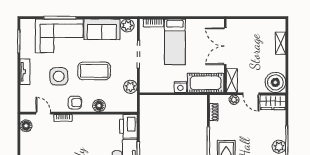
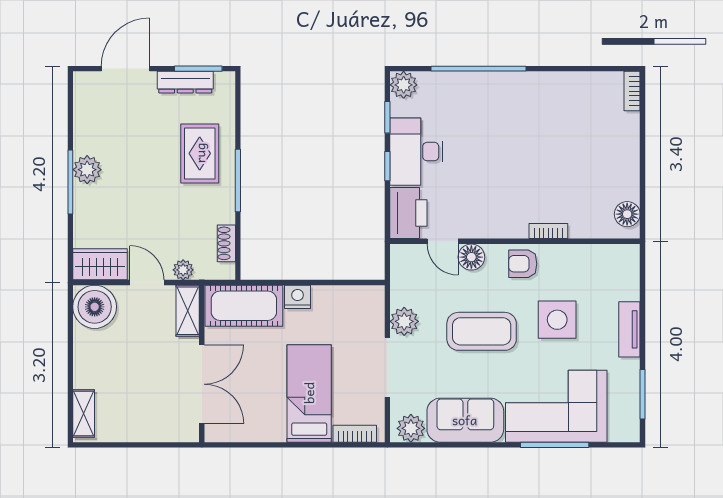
shelving: (281, 43) -> (84, 414), moved
plant: (130, 87) -> (404, 321), moved
door: (43, 113) -> (443, 241), moved

